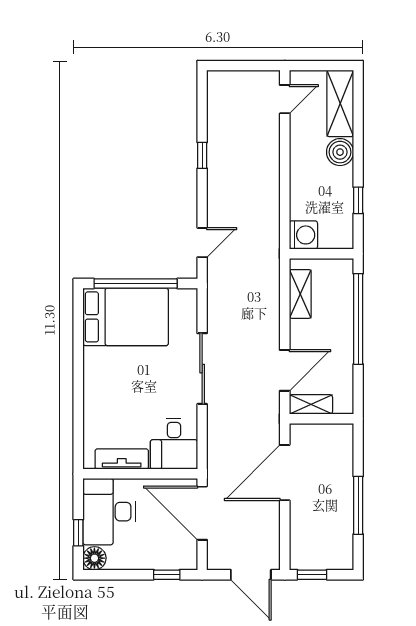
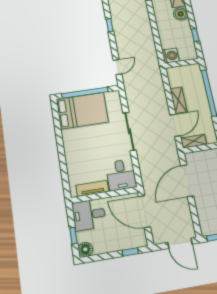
shelving: (300, 294) -> (179, 100), moved
desk: (109, 512) -> (89, 215), width x0.73

